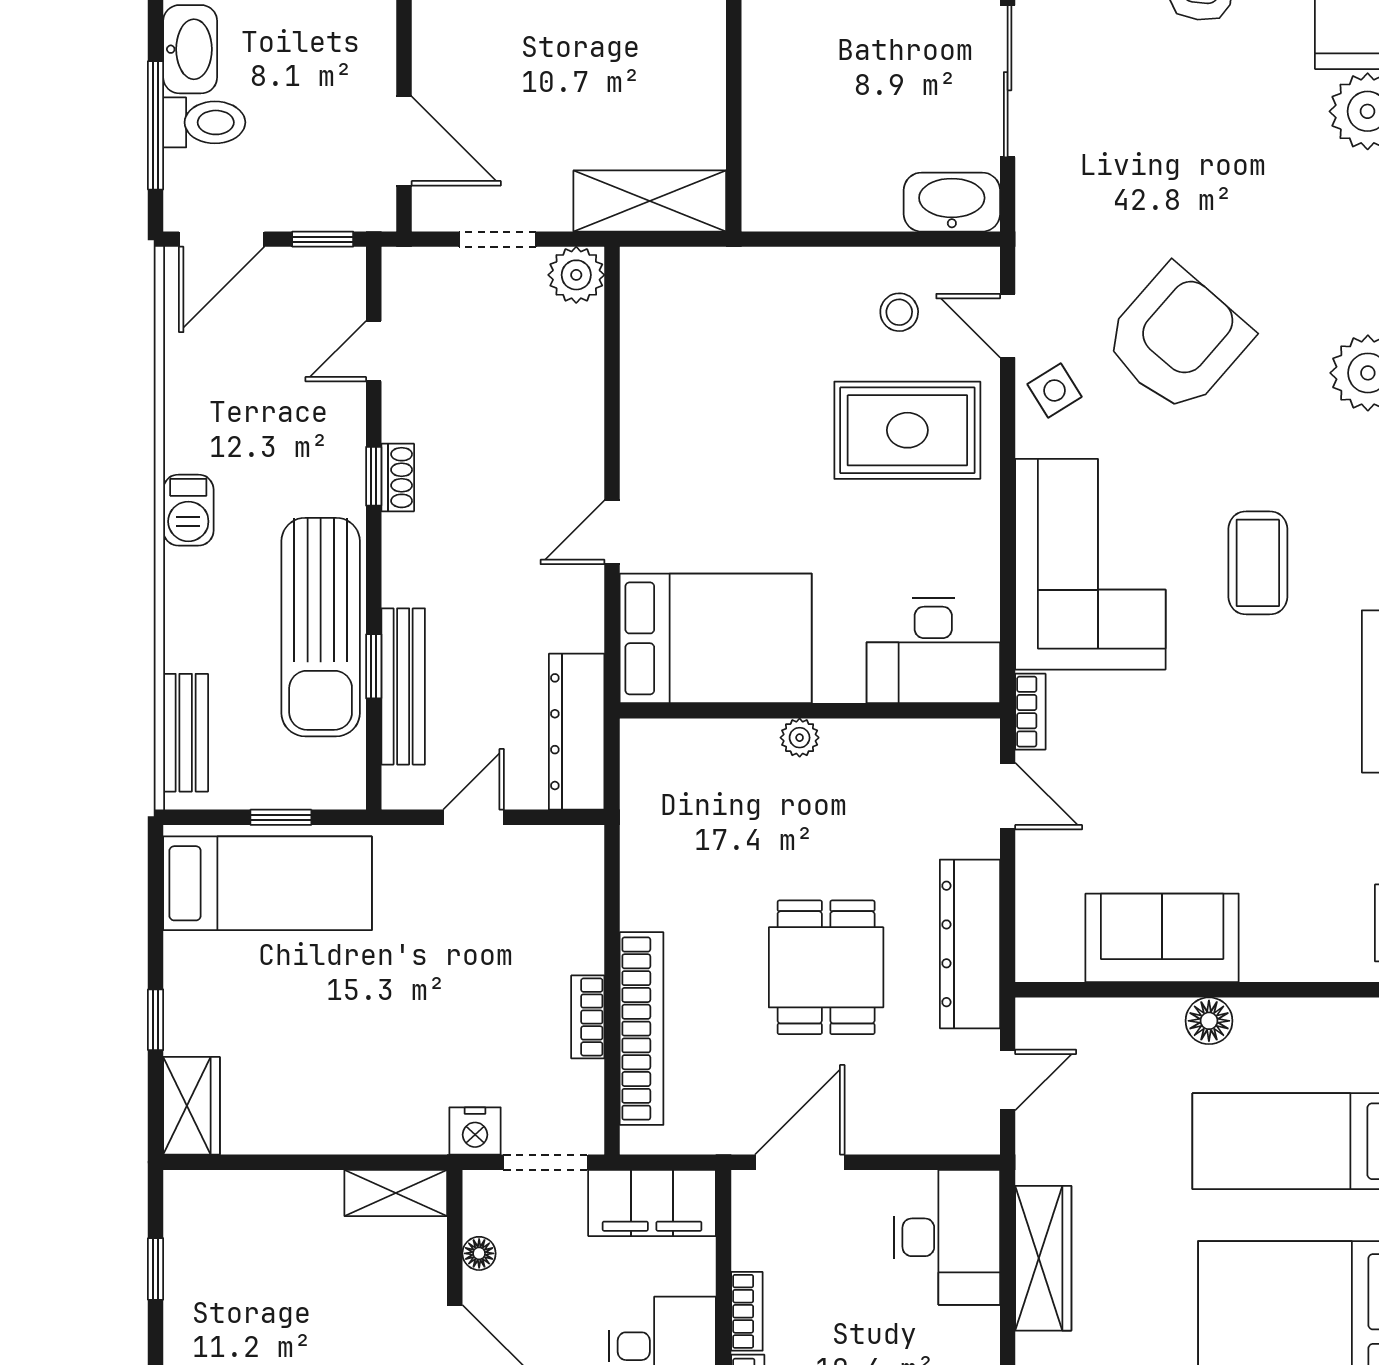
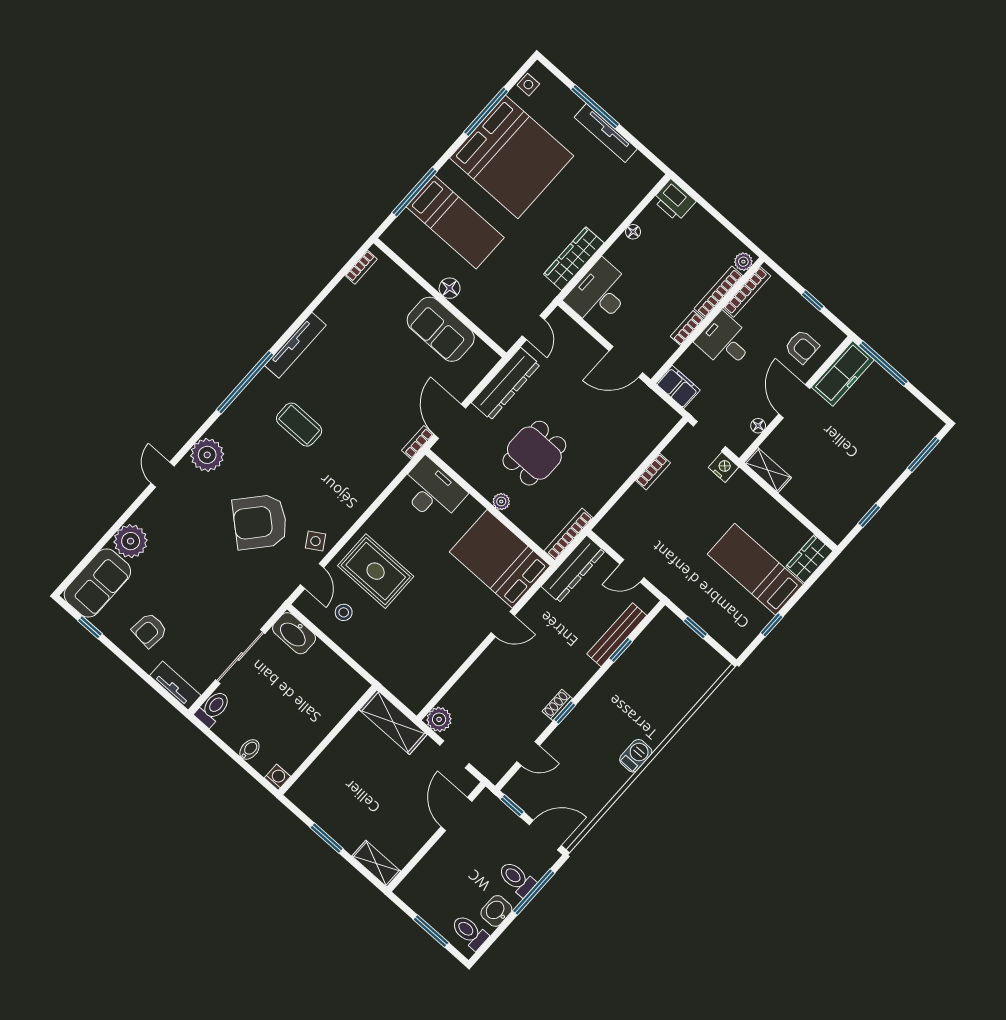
washbasin: (190, 49) -> (496, 911), width x0.72
coffee table: (1258, 563) -> (299, 425), turned 90
corner sofa: (1090, 564) -> (355, 473), removed
sun lounger: (321, 627) -> (627, 678), removed
bench: (186, 733) -> (702, 683), removed
door: (1008, 796) -> (450, 421), width x1.38
bed: (267, 883) -> (755, 569), moved
dining table: (826, 967) -> (534, 453), moved
window: (156, 1020) -> (772, 625), moved
bookcase: (642, 1029) -> (568, 534), moved, width x0.68, depth x0.76
door: (1008, 1080) -> (533, 328), swing flipped
filing cabinet: (652, 1203) -> (678, 387), width x0.67, depth x0.86

